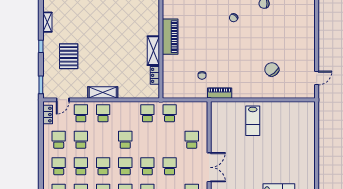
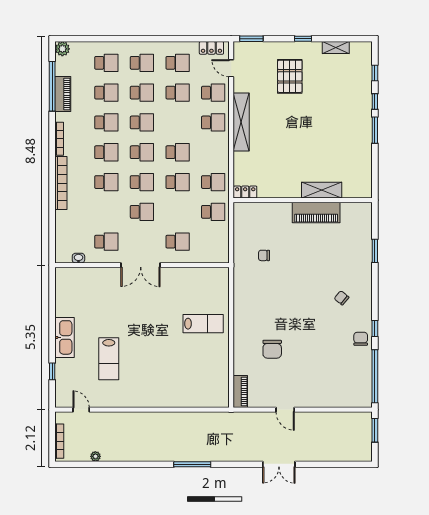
shelving: (153, 51) -> (322, 190), moved
pallet: (69, 56) -> (290, 76), turned 90
chair: (272, 69) -> (272, 349), turned 130
locker: (155, 75) -> (245, 192), moved
door: (317, 78) -> (285, 410), moved
shelving: (103, 93) -> (241, 122), width x1.47
piano: (220, 93) -> (240, 391), moved
lab bench: (253, 121) -> (203, 324), turned 180
school desk: (147, 140) -> (178, 182), added

